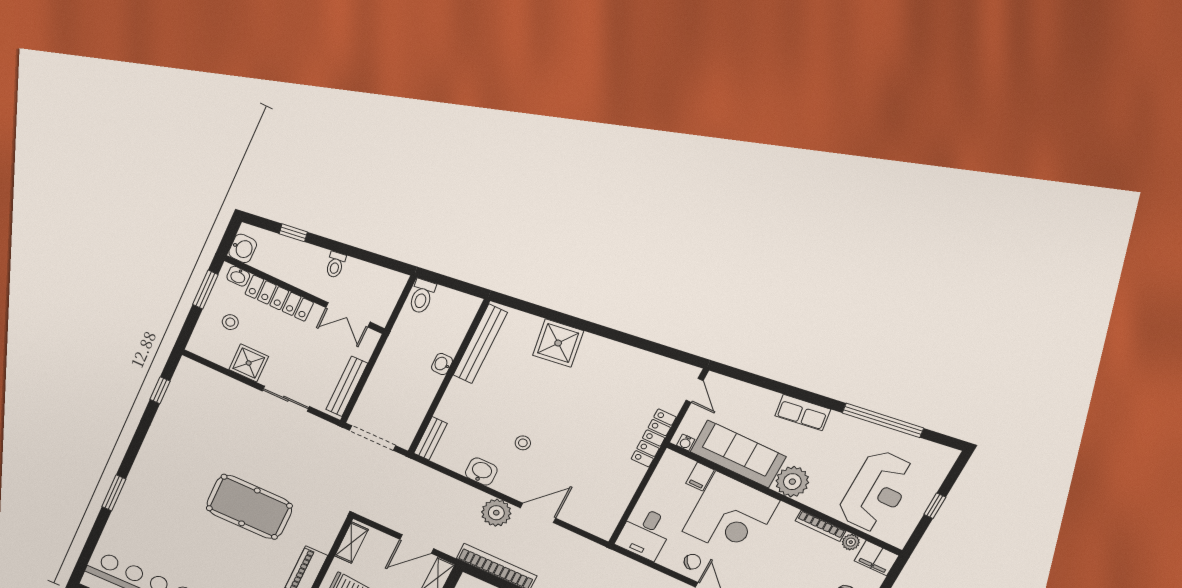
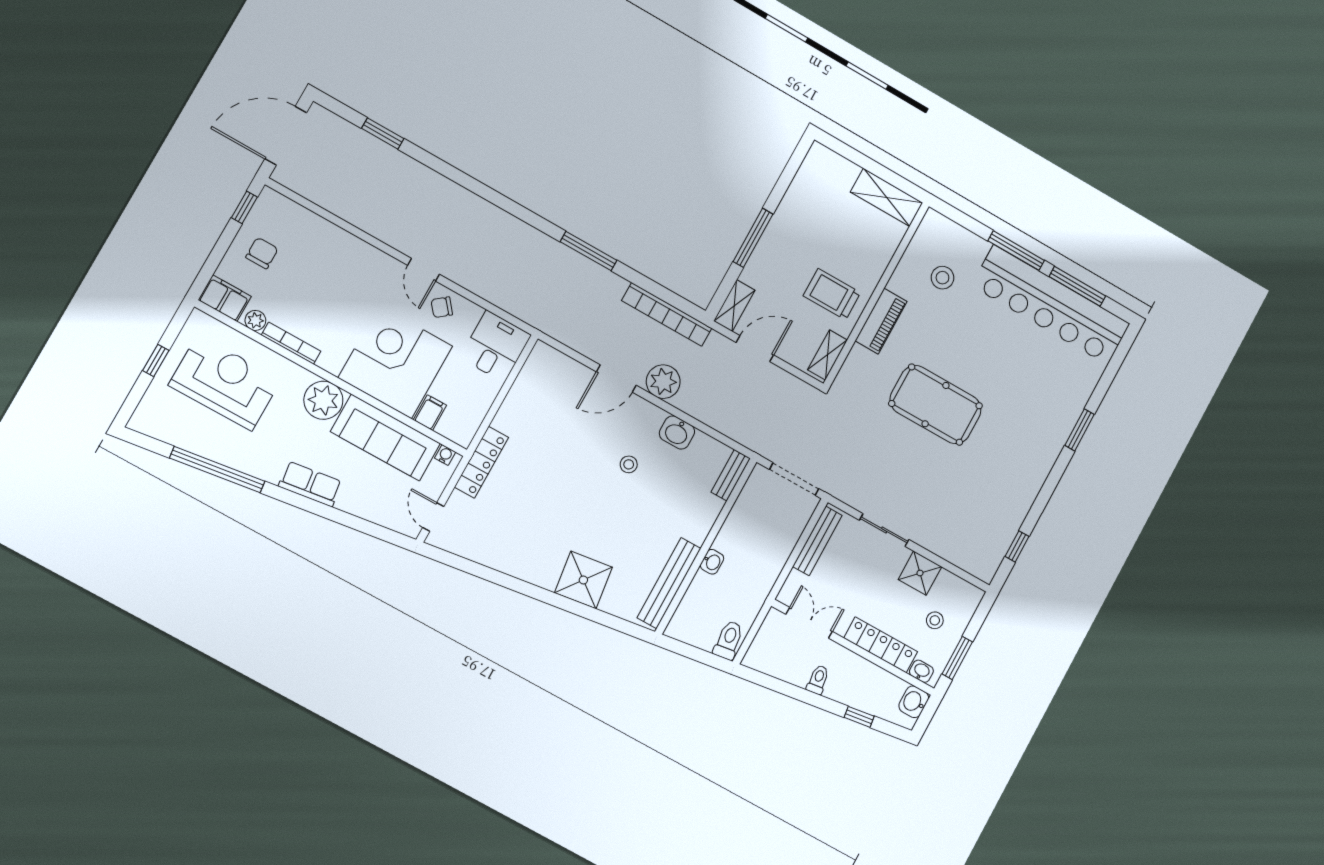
reception desk: (877, 491) -> (225, 383), turned 90

